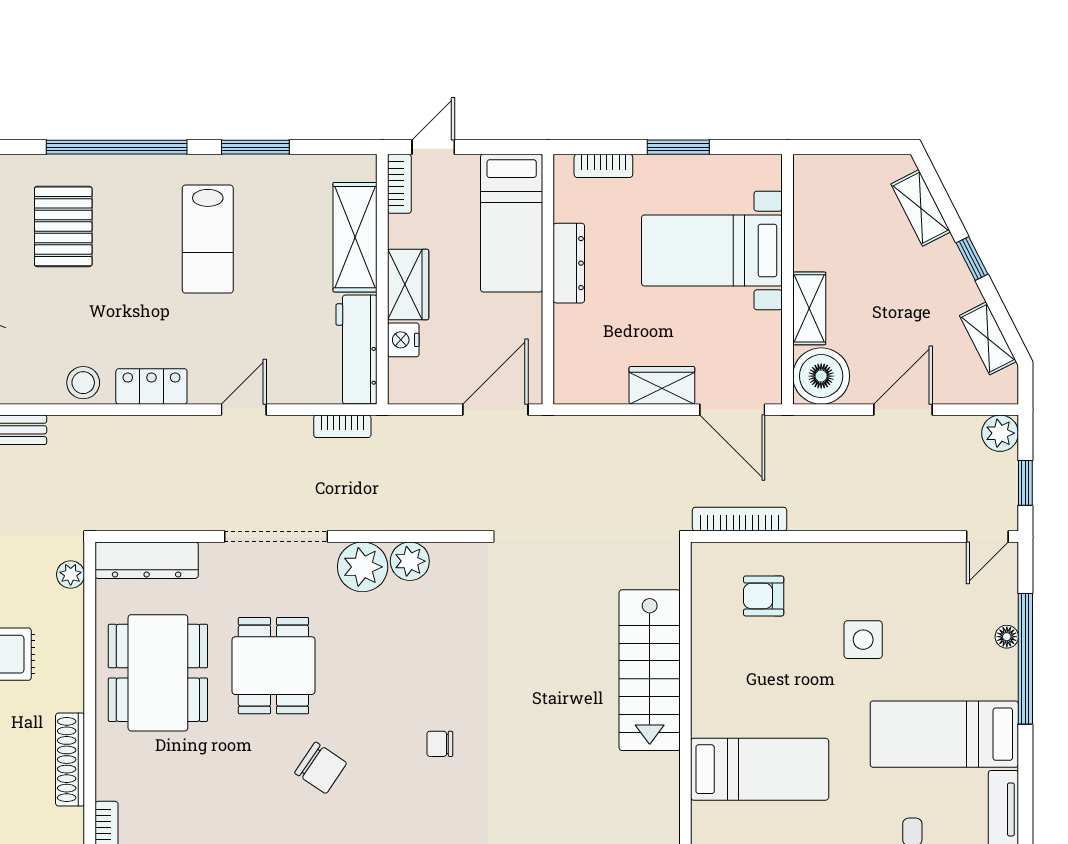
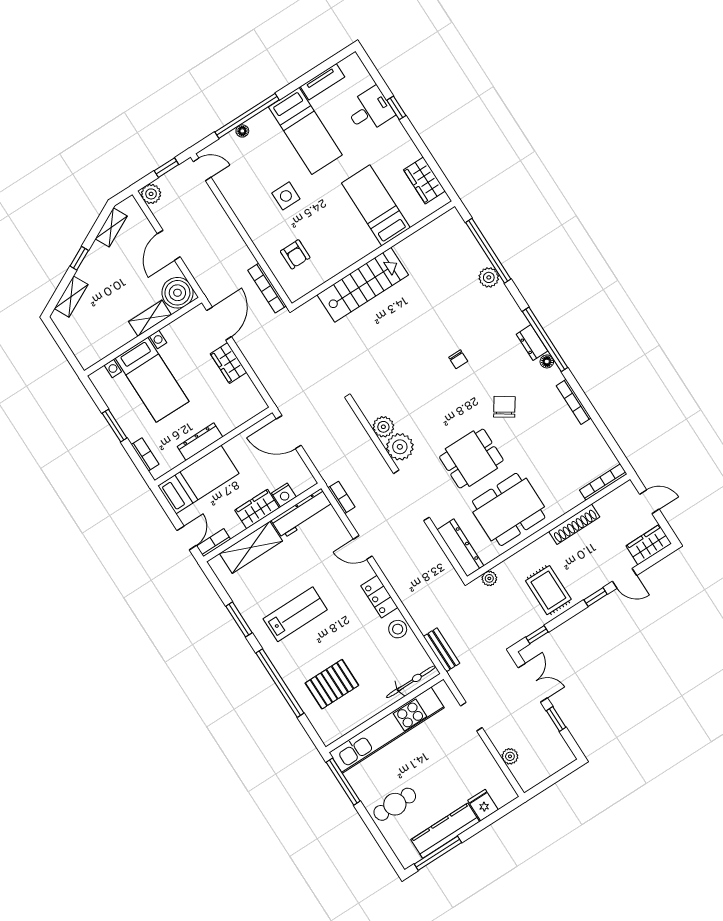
door: (433, 147) -> (187, 538), swing flipped
door: (903, 410) -> (169, 245), hinge flipped

